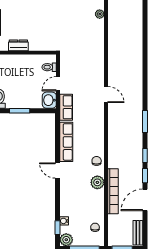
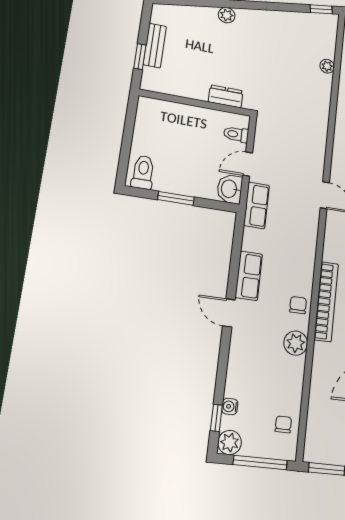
dresser: (18, 45) -> (226, 96), moved
row of seats: (66, 142) -> (249, 276), width x0.68
bookcase: (113, 191) -> (326, 302), moved

